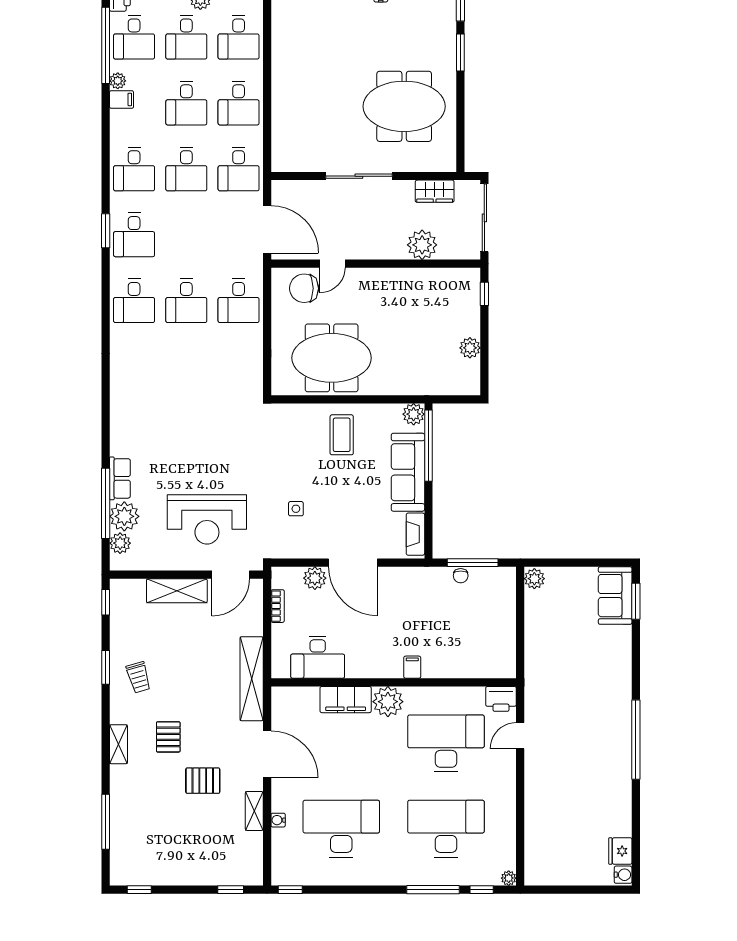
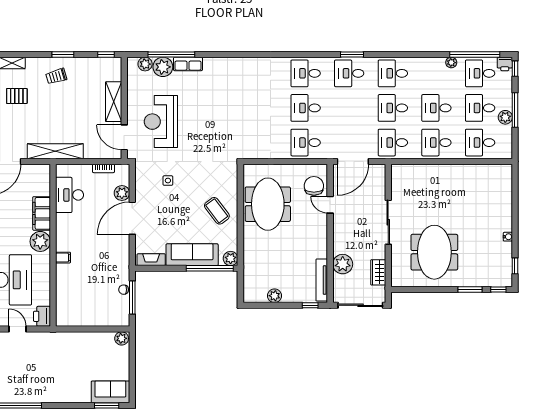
filing cabinet: (121, 99) -> (439, 65), removed
tv unit: (446, 276) -> (322, 280), added
coffee table: (342, 435) -> (217, 211), turned 53

